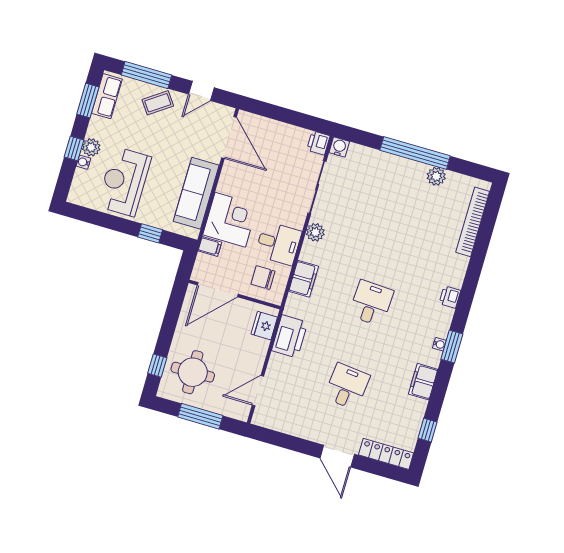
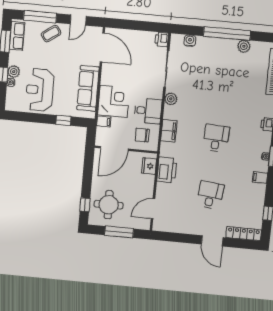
water cooler: (339, 147) -> (190, 41), moved
filing cabinet: (423, 382) -> (260, 177), width x0.50

